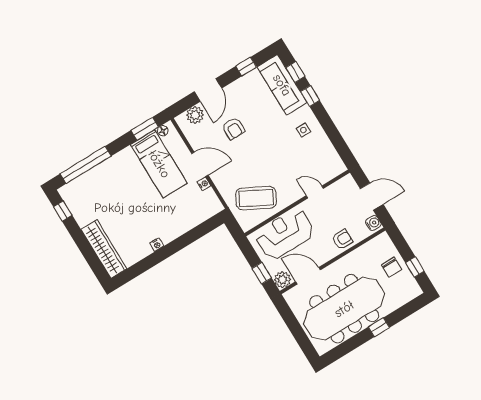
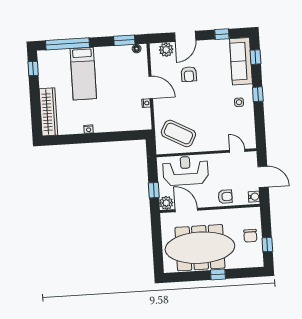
window: (310, 96) -> (258, 94), moved
bed: (159, 164) -> (83, 74), moved
door: (315, 192) -> (237, 151), moved

